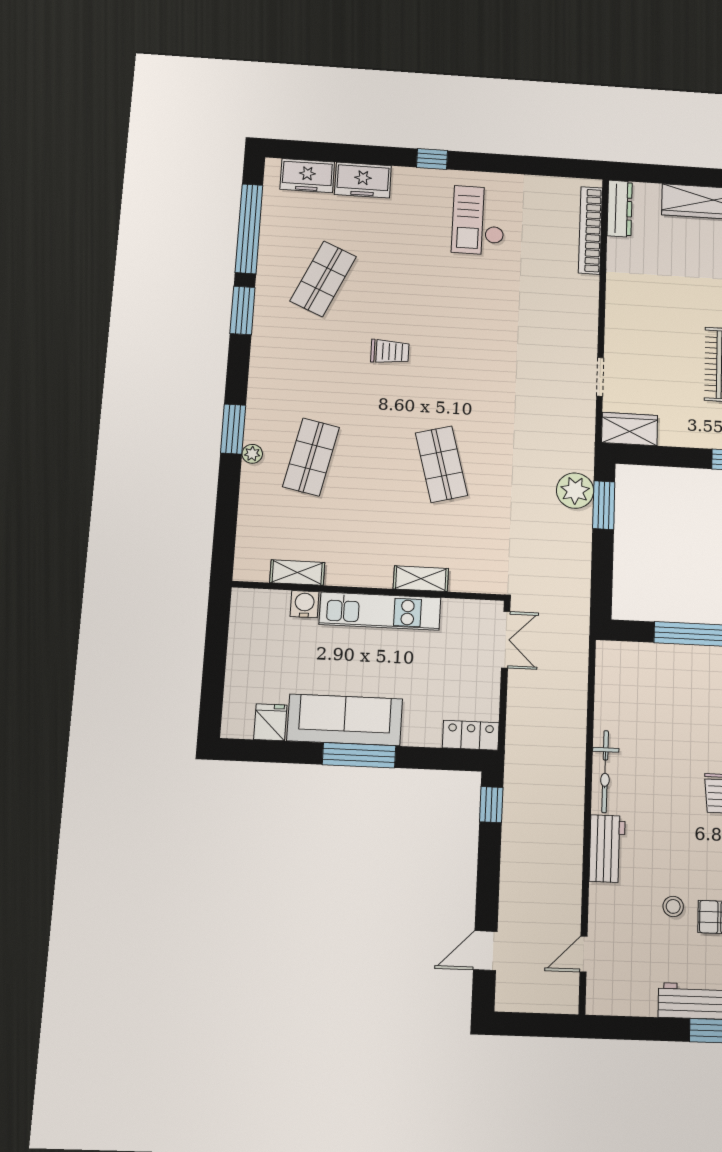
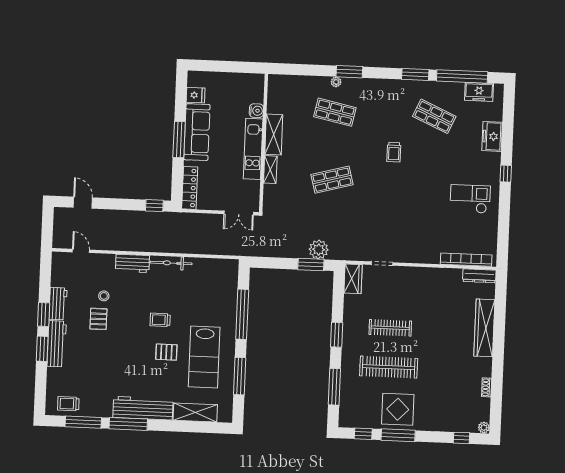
freezer: (307, 176) -> (479, 92), moved, turned -90
shelving: (297, 573) -> (274, 134), moved, width x1.50, depth x1.33
locker: (471, 735) -> (190, 188), width x1.53

